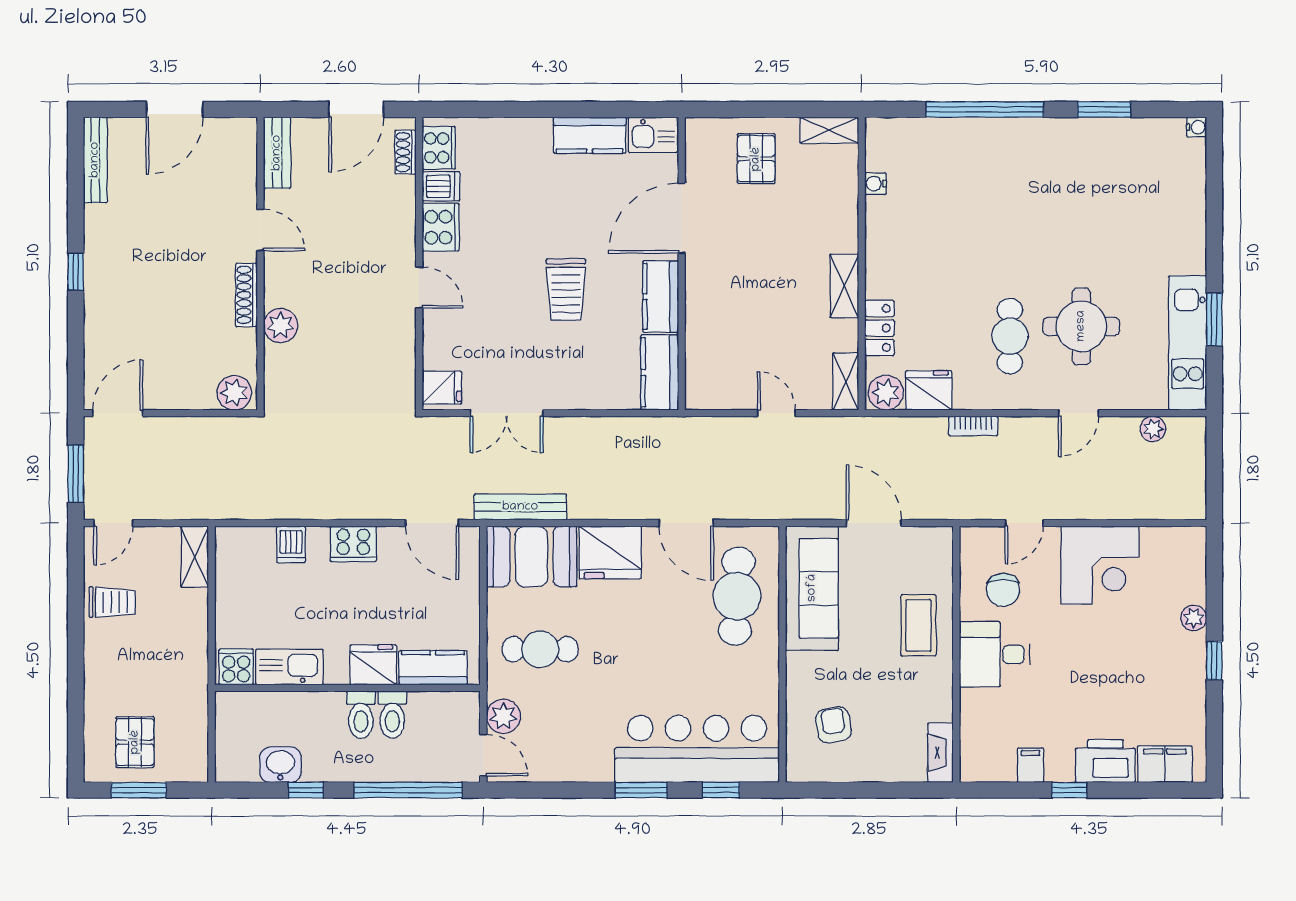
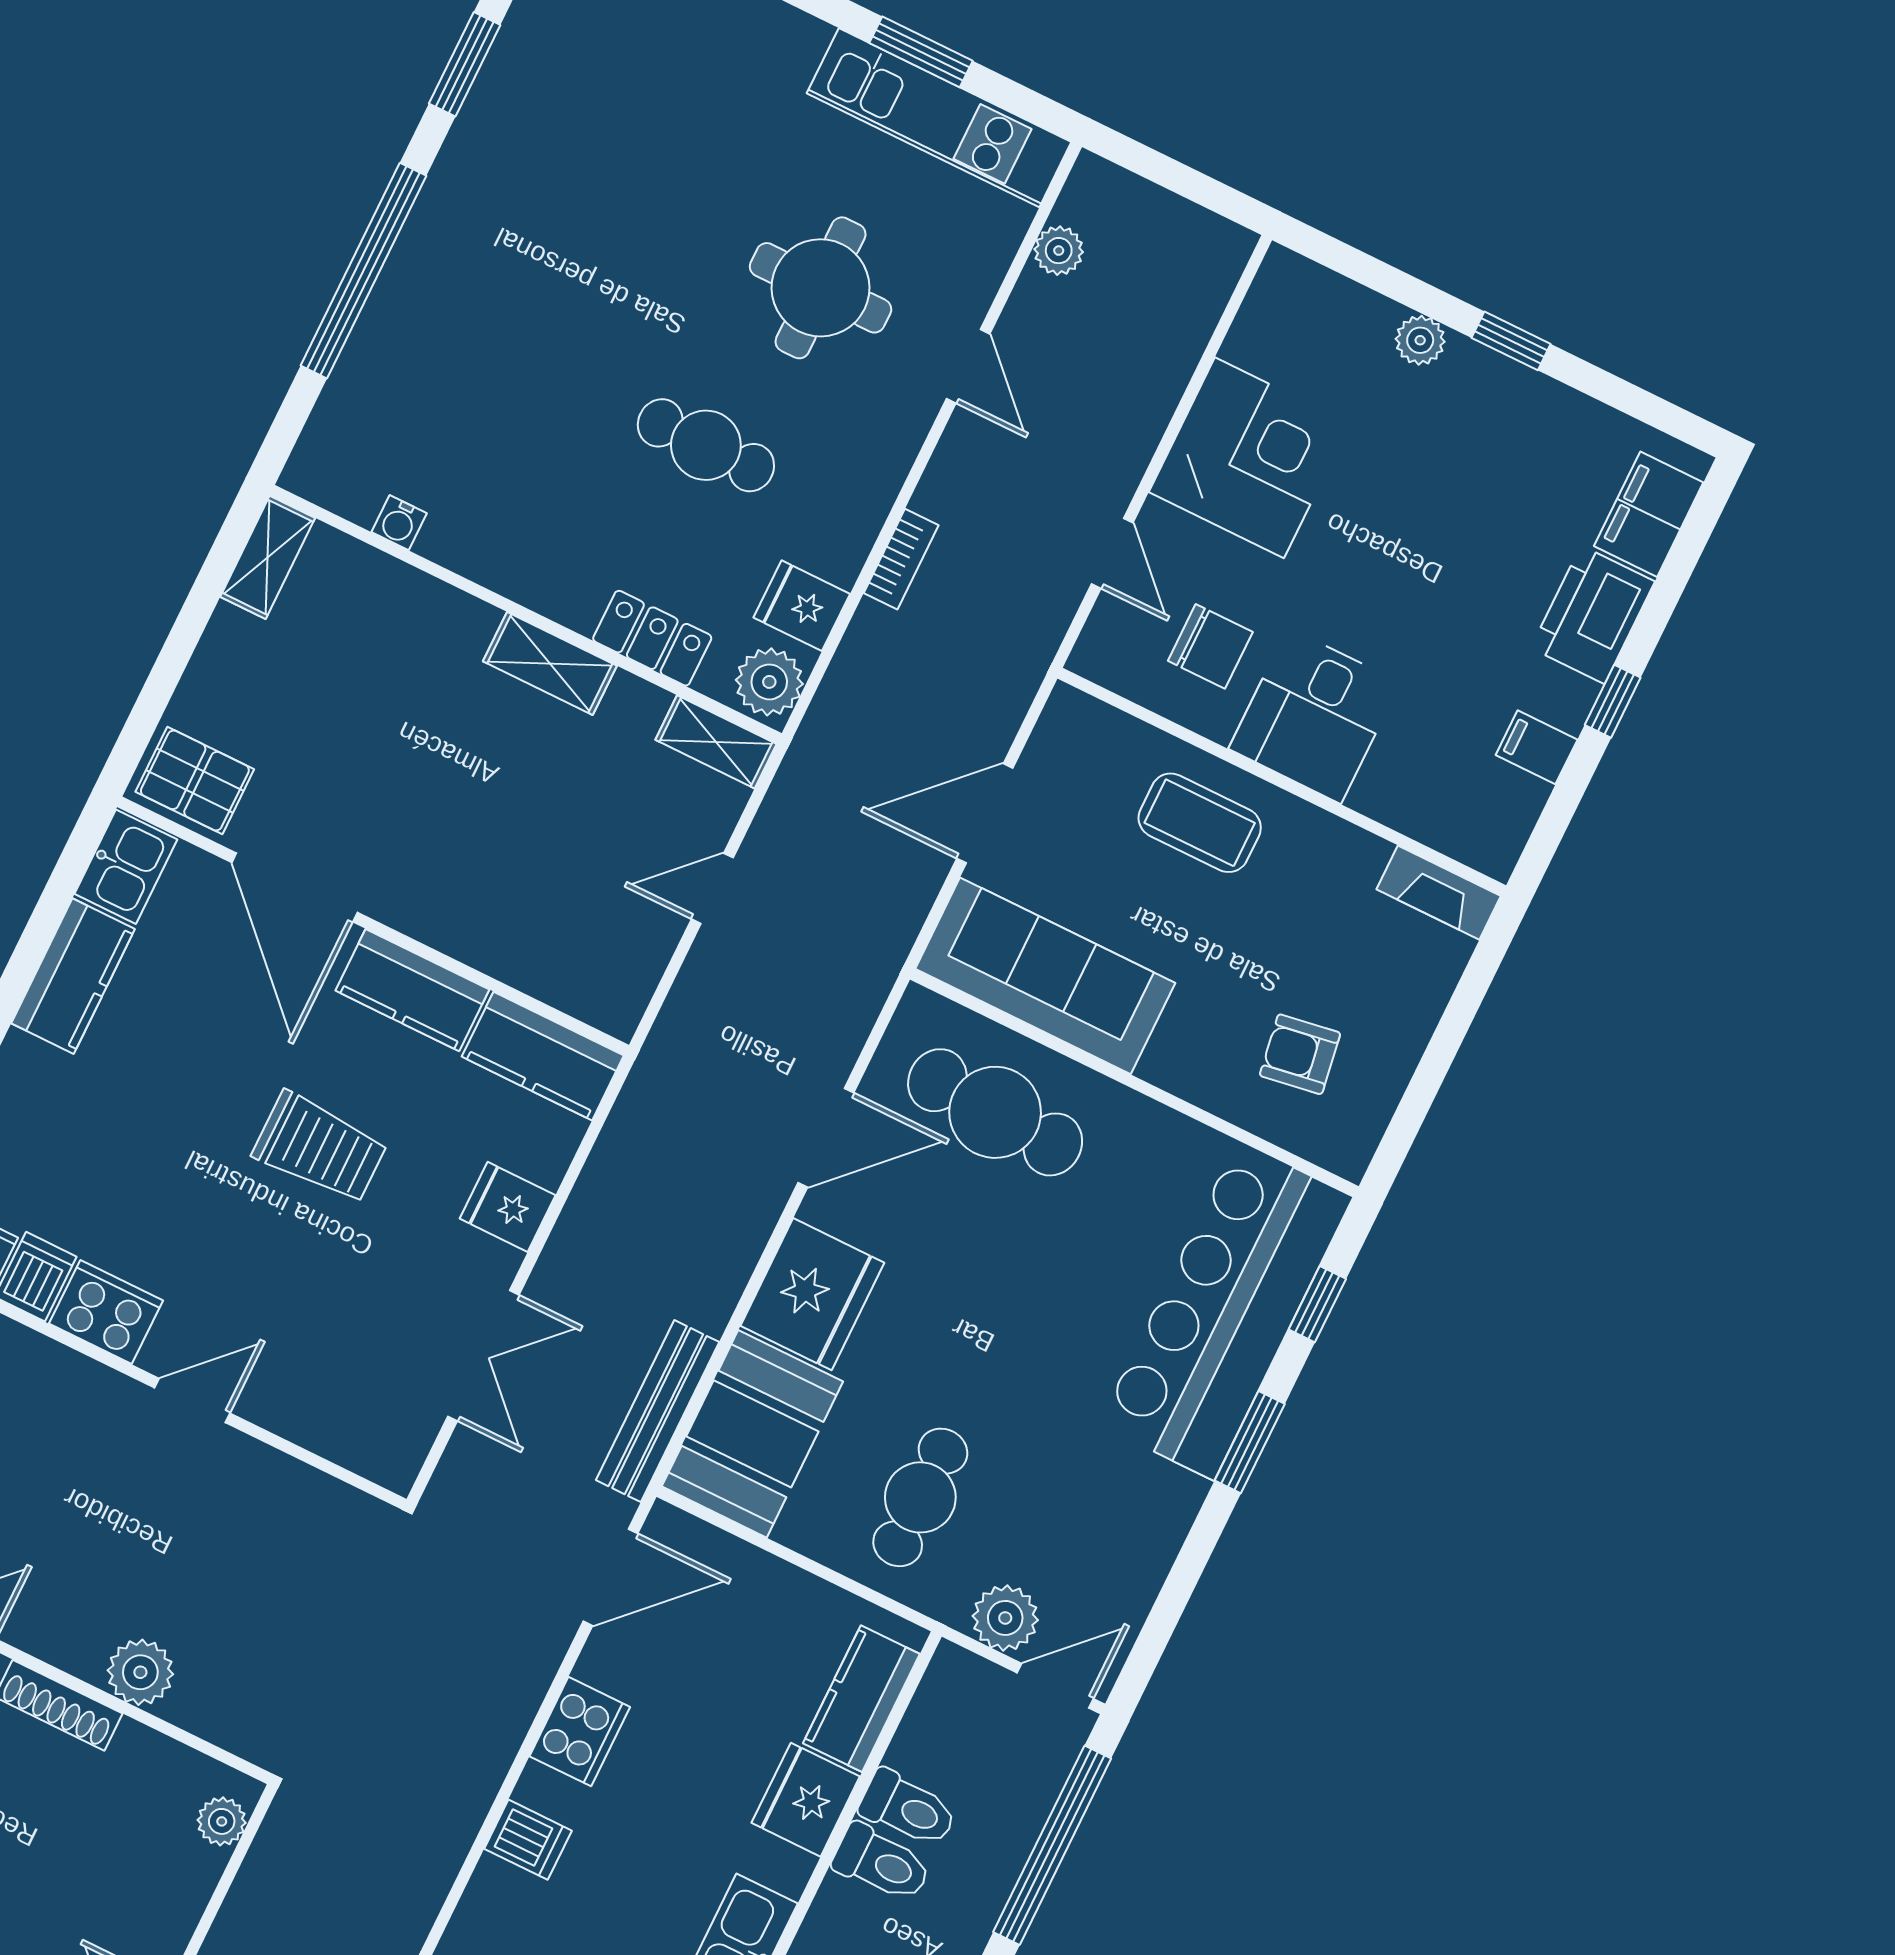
pallet: (756, 159) -> (195, 781), moved
cafe table: (1010, 336) -> (706, 445), moved
fridge: (442, 388) -> (508, 1207), moved, turned -90
fridge: (929, 390) -> (802, 606), width x0.72
plant: (234, 393) -> (222, 1821), width x0.73, depth x0.73

